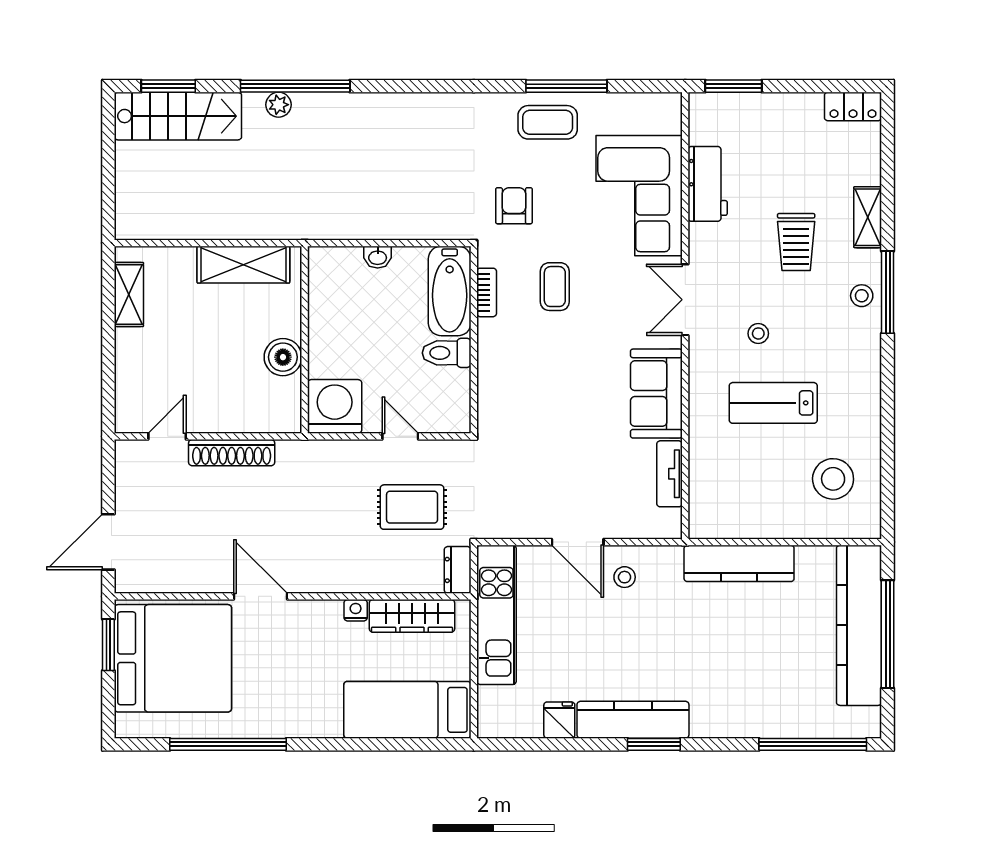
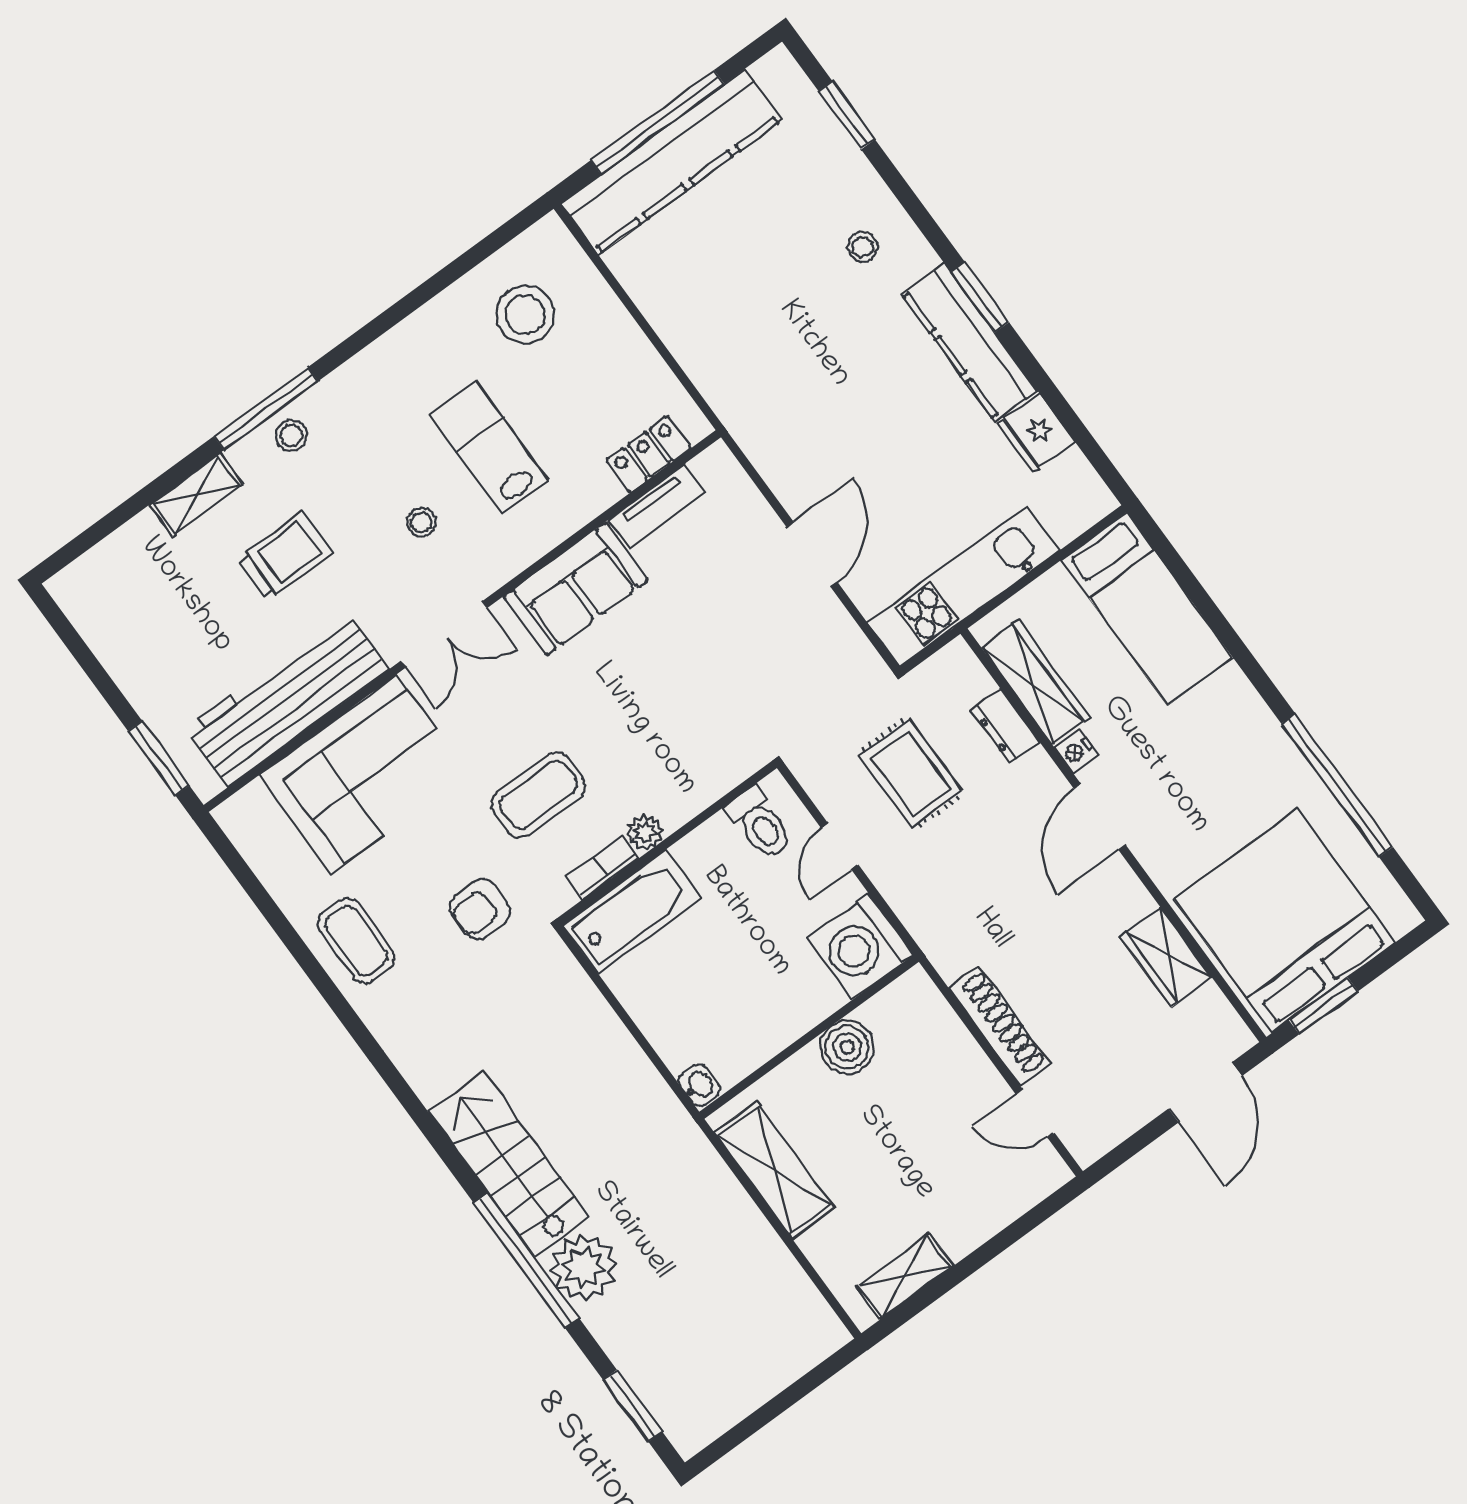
window: (566, 86) -> (299, 950), removed
plant: (278, 105) -> (584, 1267), width x1.88, depth x1.88
locker: (853, 106) -> (648, 454), moved, turned -90
stairs: (178, 116) -> (509, 1164), moved
workbench: (708, 184) -> (287, 699), width x1.88, depth x1.32
washbasin: (378, 257) -> (699, 1085), moved
coffee table: (555, 287) -> (538, 795), width x1.36, depth x1.30
plant: (489, 332) -> (645, 832), added
toilet: (447, 353) -> (760, 823), moved
lab bench: (773, 403) -> (488, 447), turned 180
door: (108, 542) -> (1205, 1092), hinge flipped
kitchen counter: (739, 563) -> (701, 351), removed
dresser: (458, 570) -> (1005, 726), moved, turned 90
wardrobe: (202, 576) -> (1166, 957), added
stool: (625, 577) -> (863, 247), moved
door: (260, 596) -> (1100, 817), moved
fridge: (559, 720) -> (1036, 433), width x1.38
window: (813, 744) -> (847, 115), width x0.47

